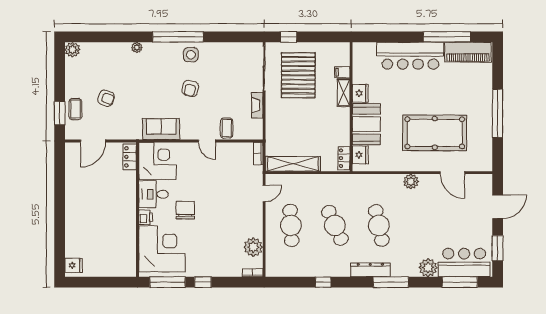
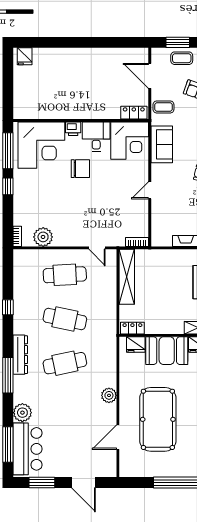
coffee table: (227, 128) -> (163, 107), moved
cafe table: (335, 225) -> (65, 319), turned 36

